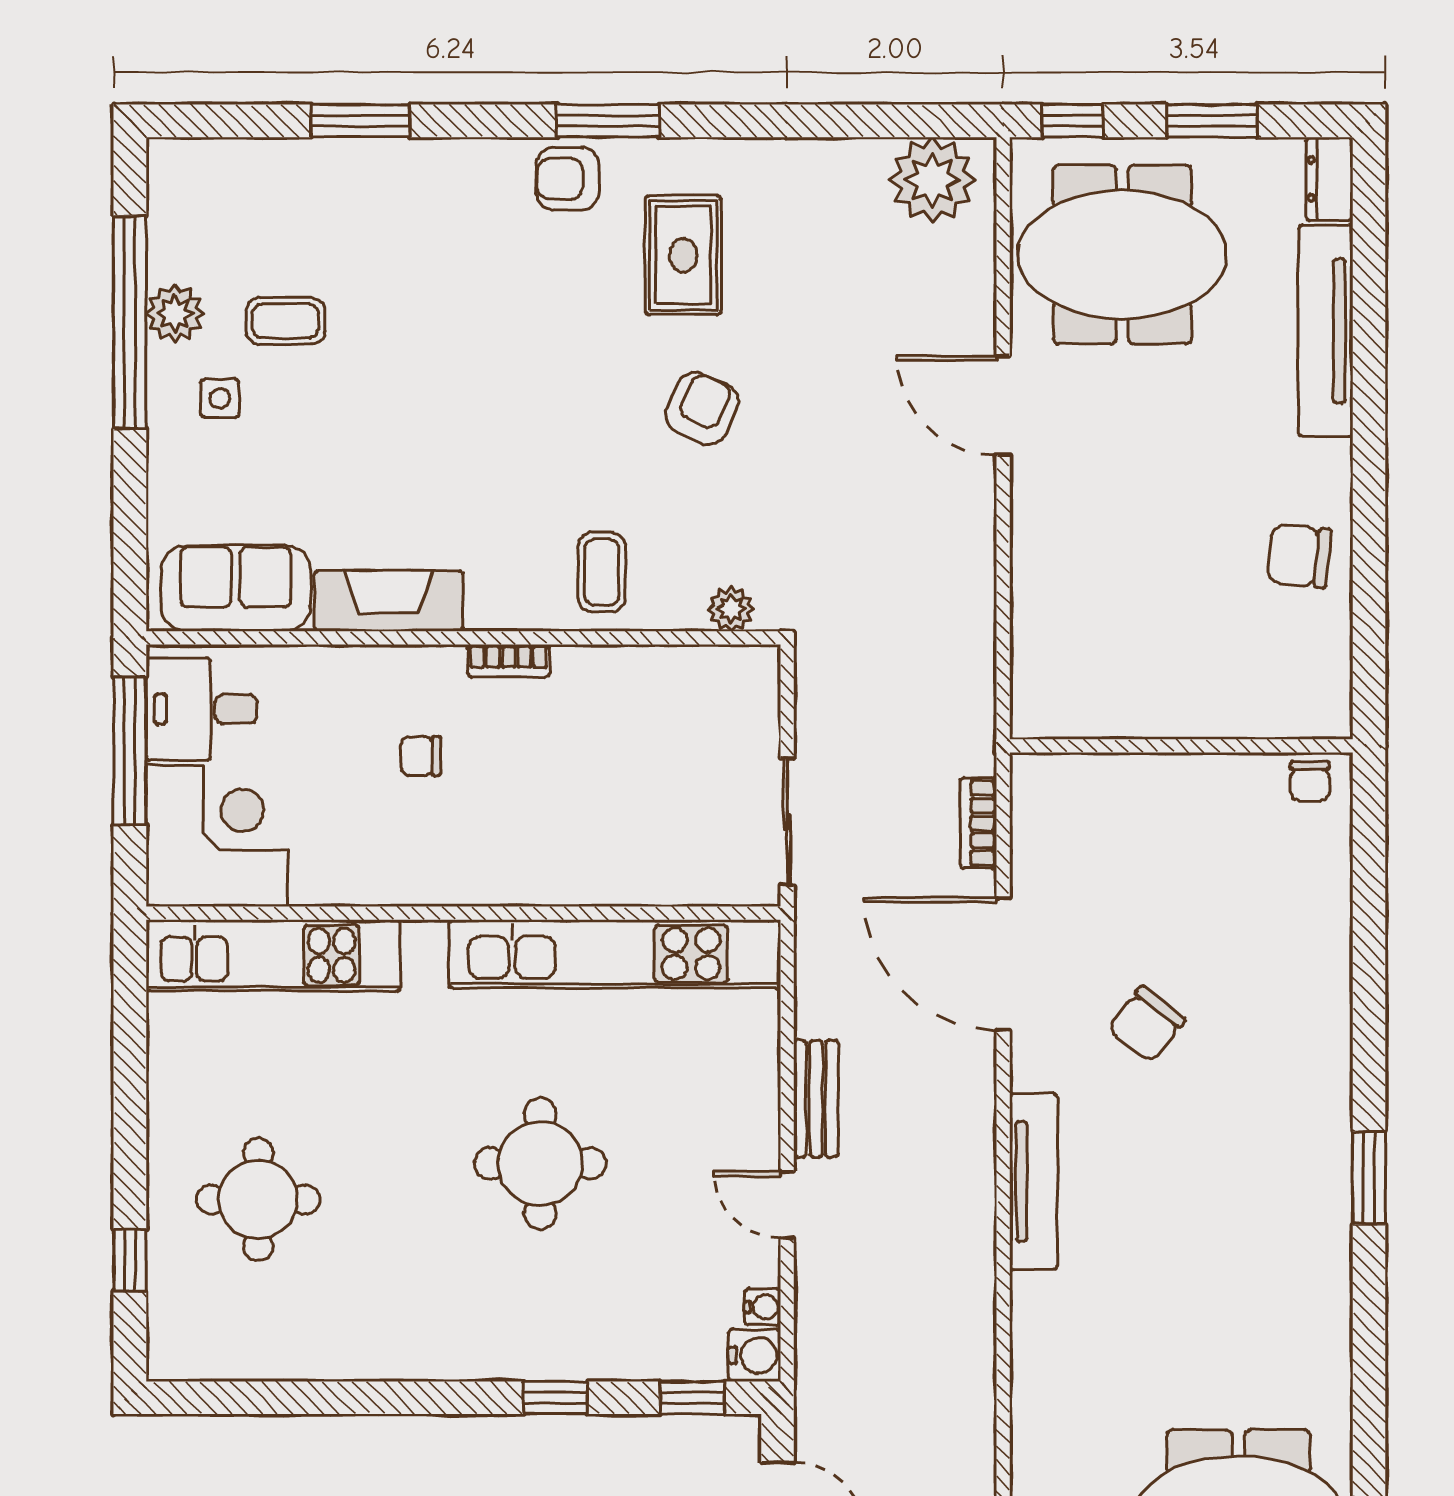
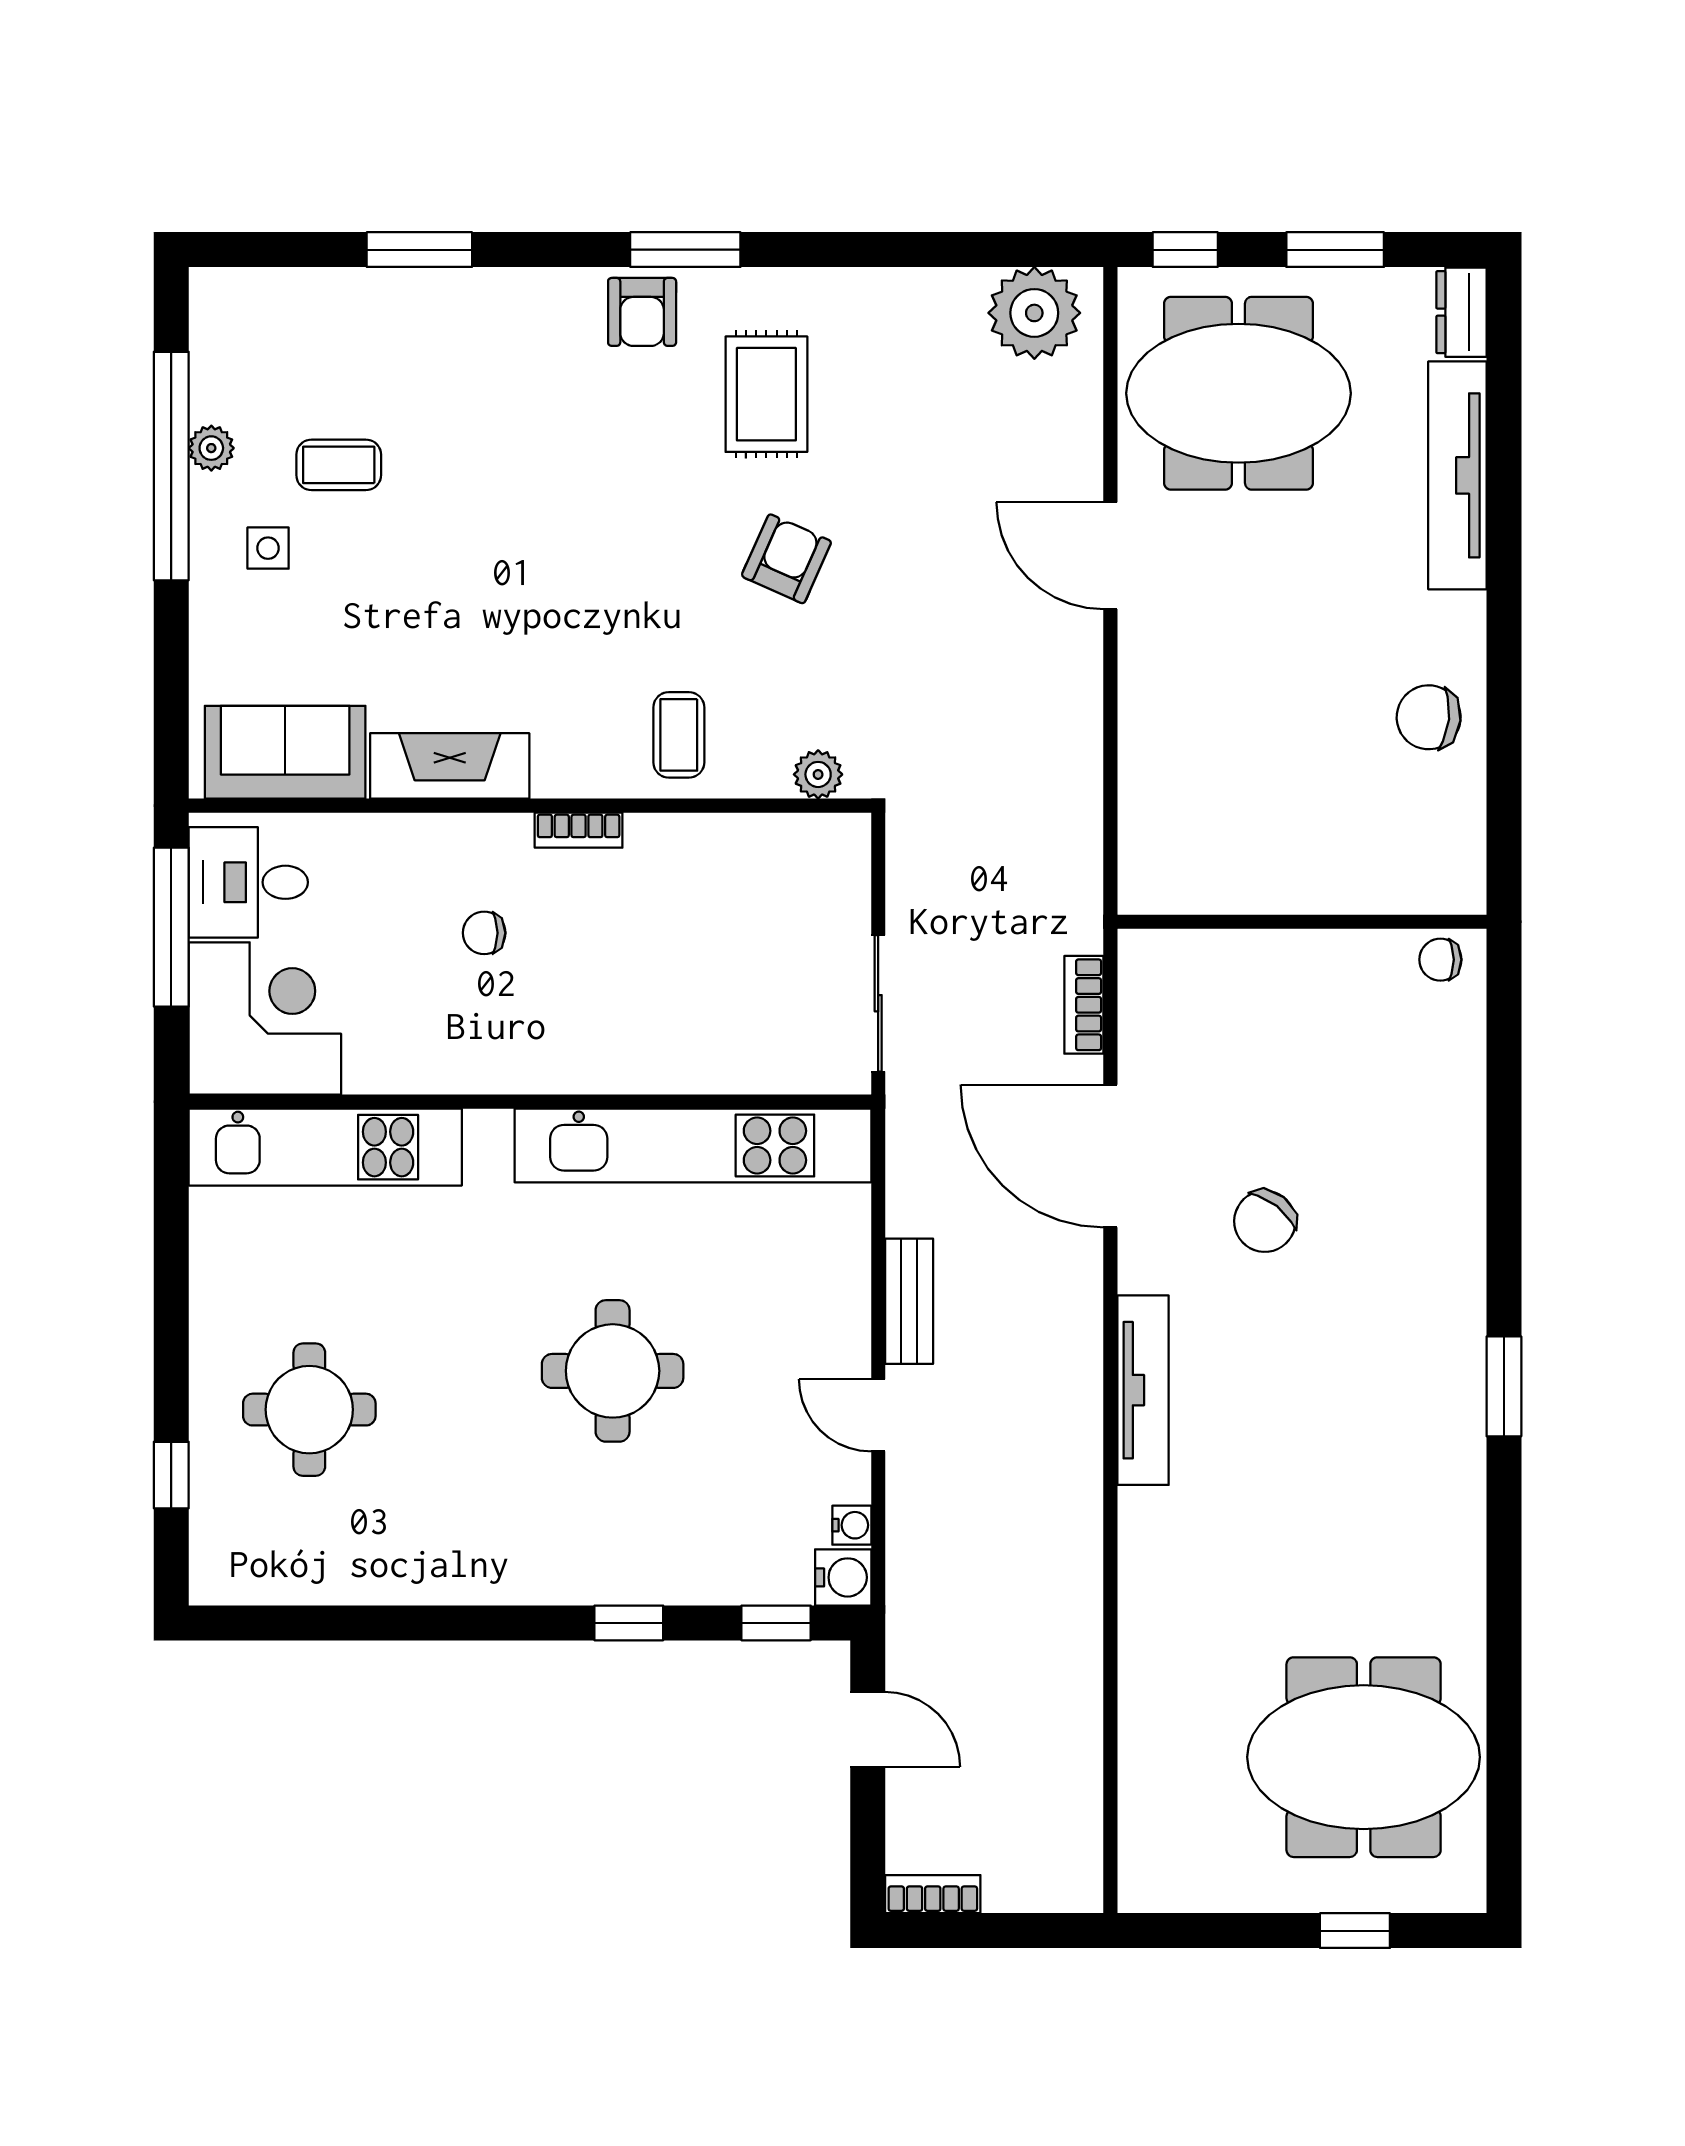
armchair: (568, 179) -> (642, 312), turned -90
plant: (175, 313) -> (211, 448), width x0.73, depth x0.73
chair: (1310, 781) -> (1440, 960), turned 90

